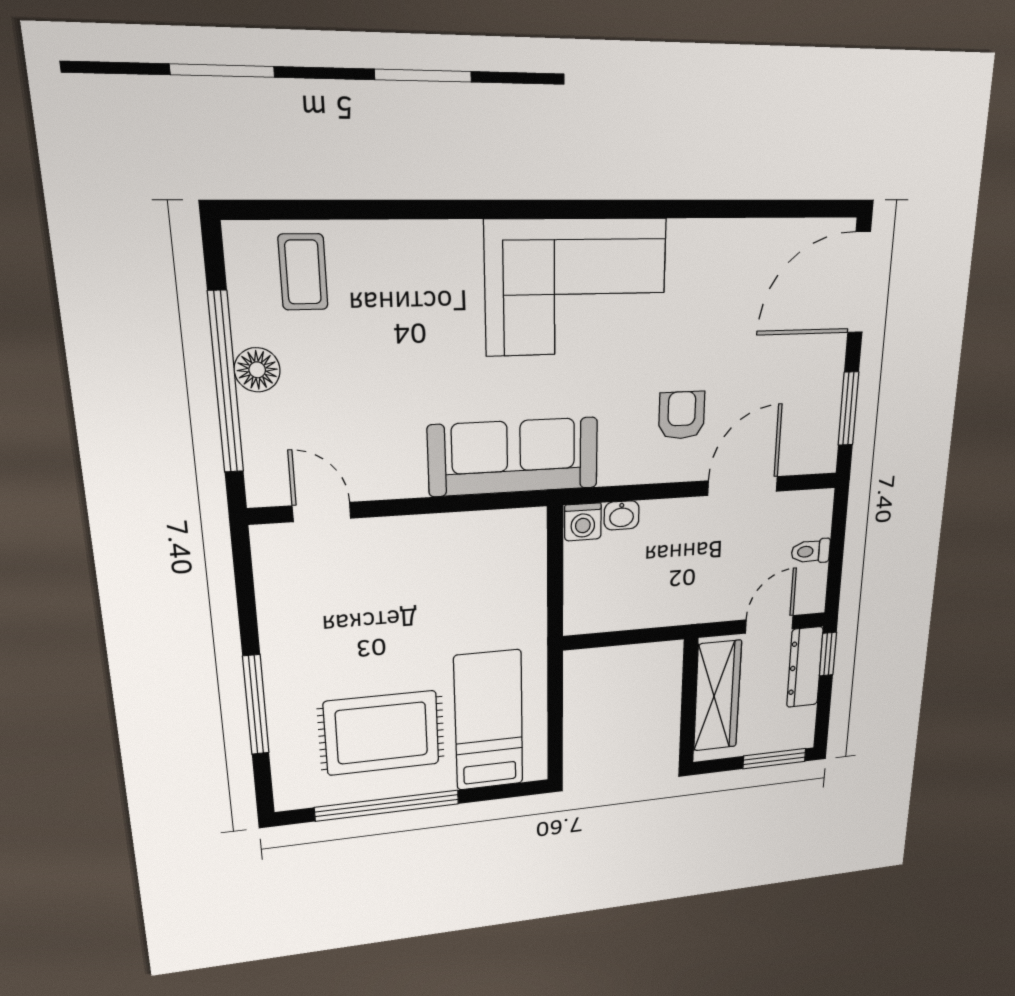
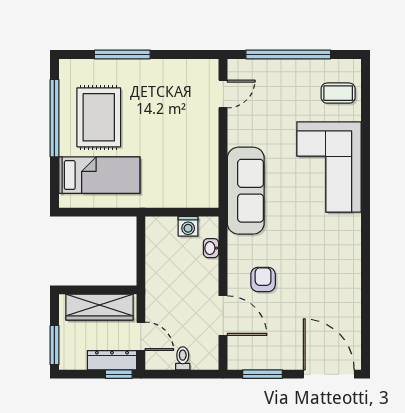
corner sofa: (576, 287) -> (329, 167), moved
floor lamp: (257, 370) -> (294, 69), removed
armchair: (682, 415) -> (263, 280), turned -90
washing machine: (583, 522) -> (188, 226), moved, turned -90

